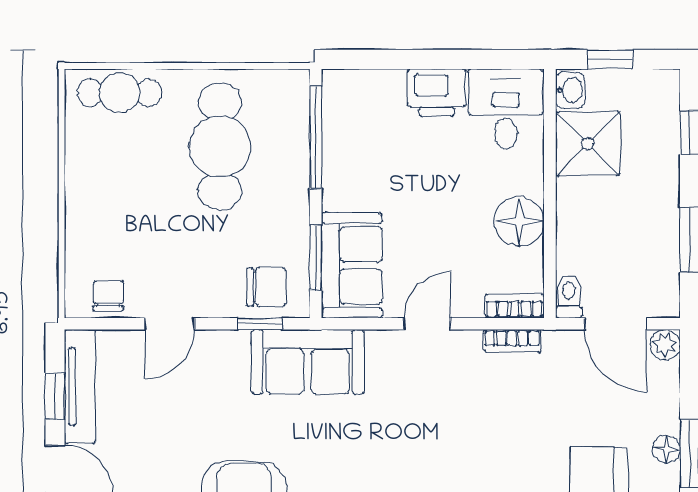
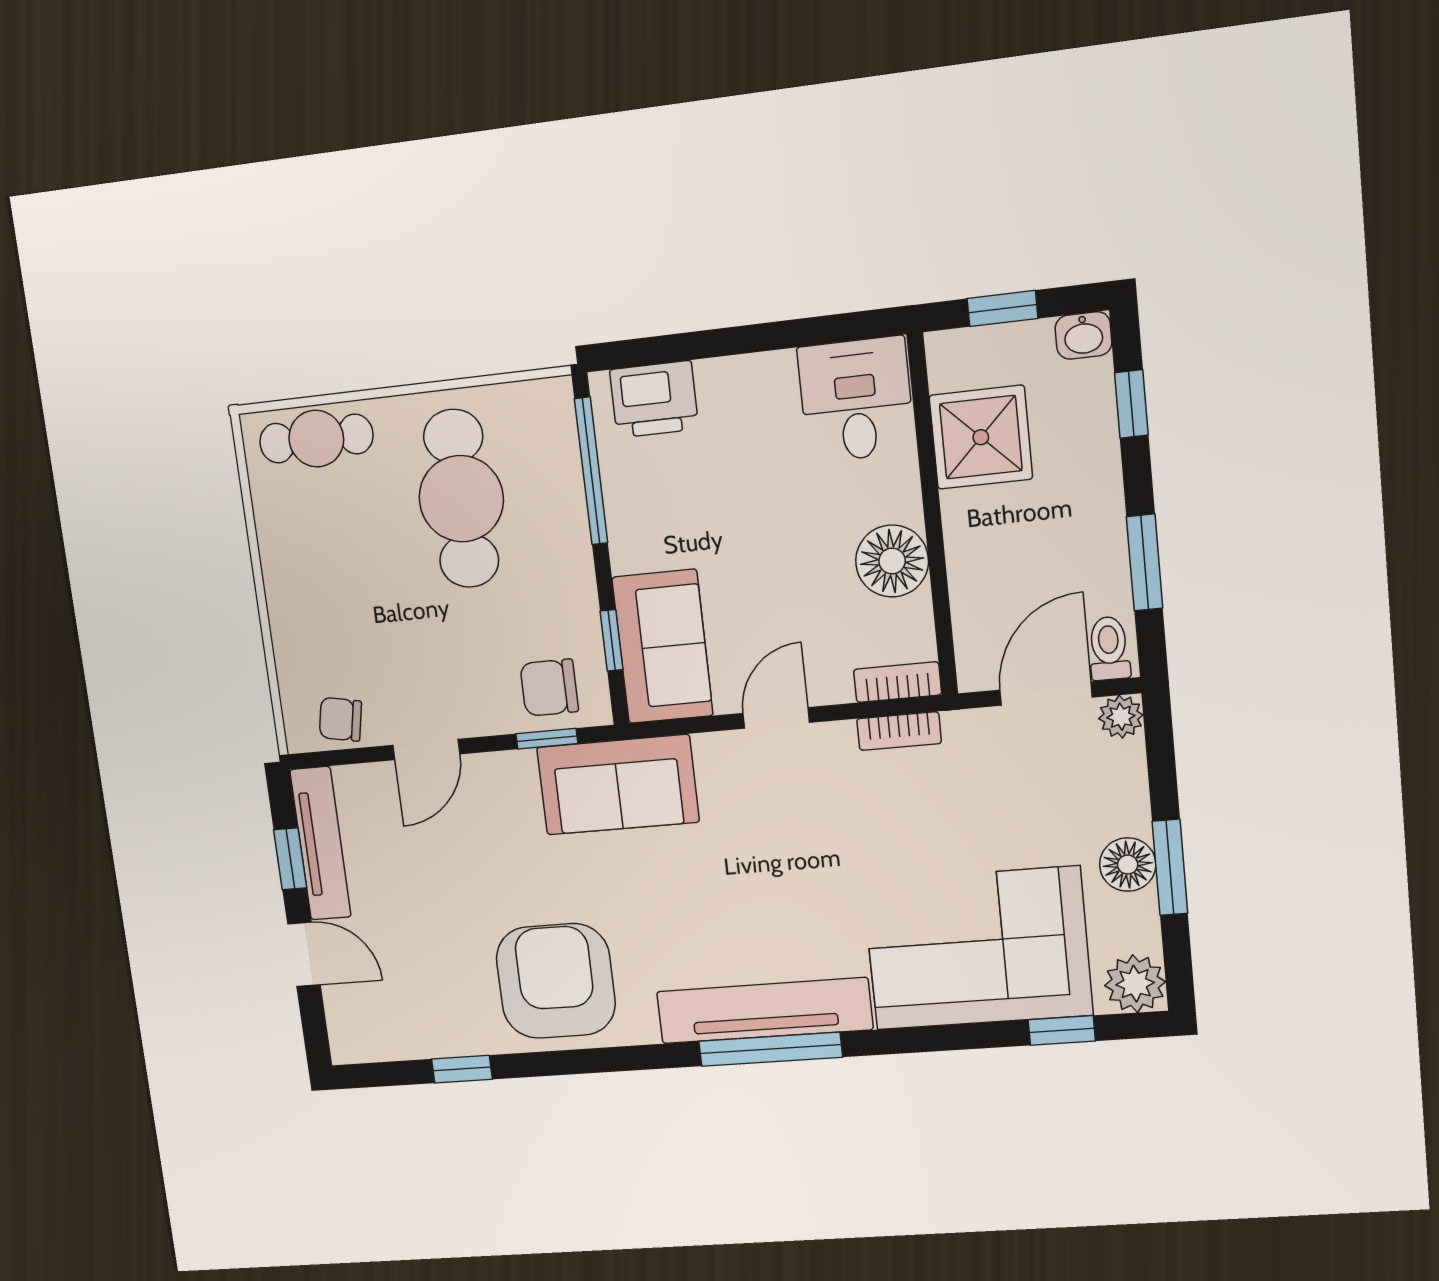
washbasin: (570, 90) -> (1084, 335), moved, turned 90
printer: (437, 93) -> (654, 399), moved
window: (316, 258) -> (611, 640), width x0.67
chair: (266, 287) -> (549, 688), turned 180
chair: (108, 296) -> (340, 719), turned -79
toilet: (569, 296) -> (1109, 648), moved
door: (616, 324) -> (1046, 694), swing flipped
floor lamp: (666, 449) -> (1128, 865), width x1.37, depth x1.37

